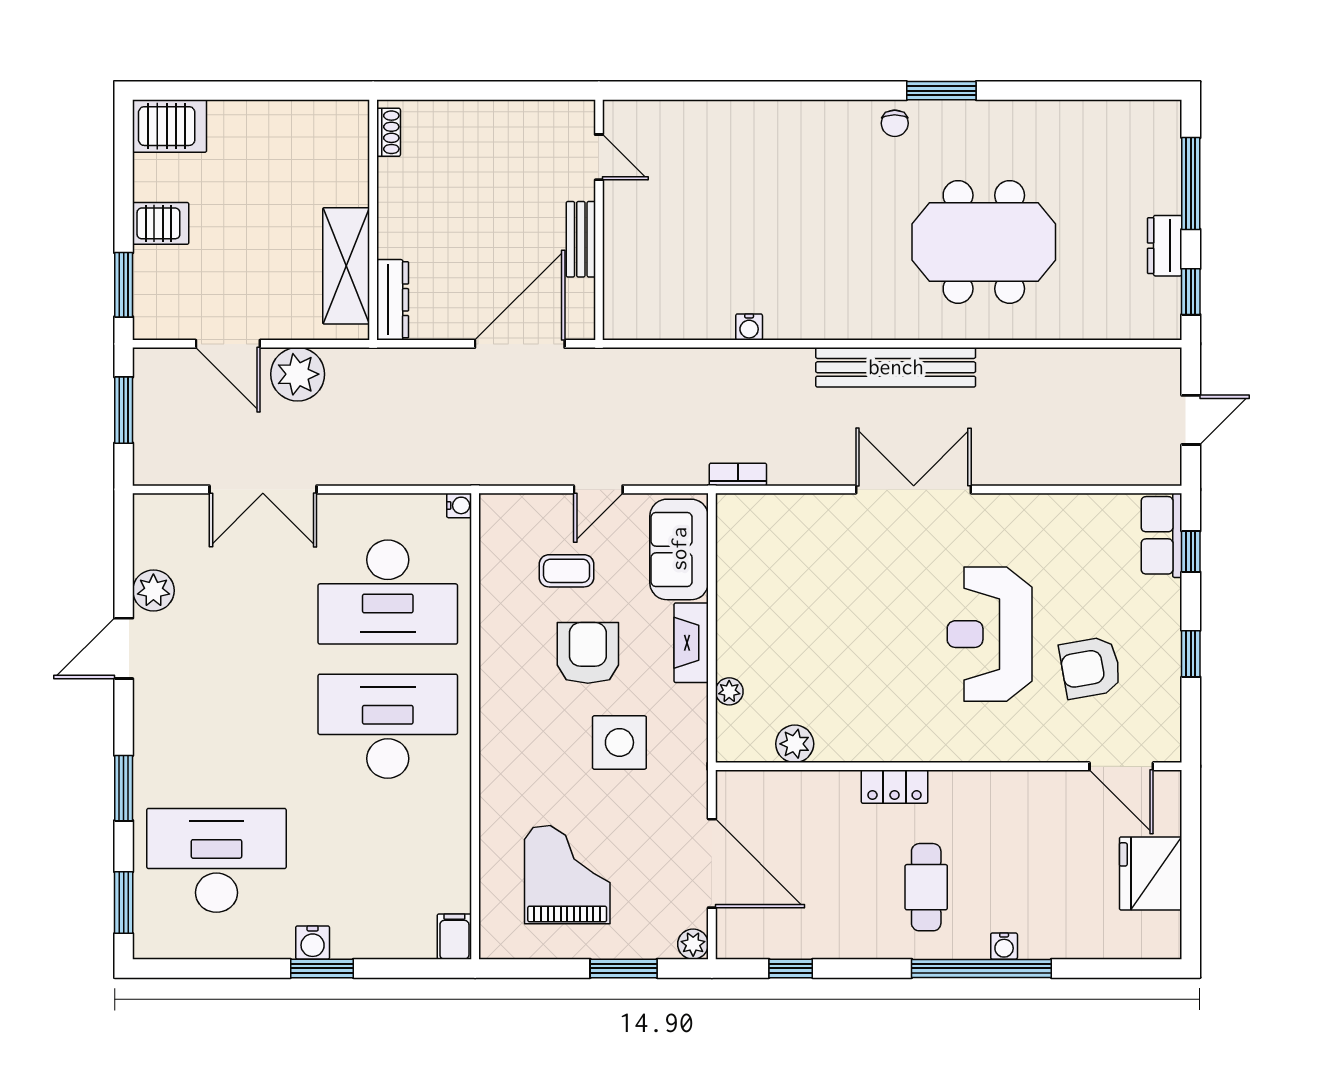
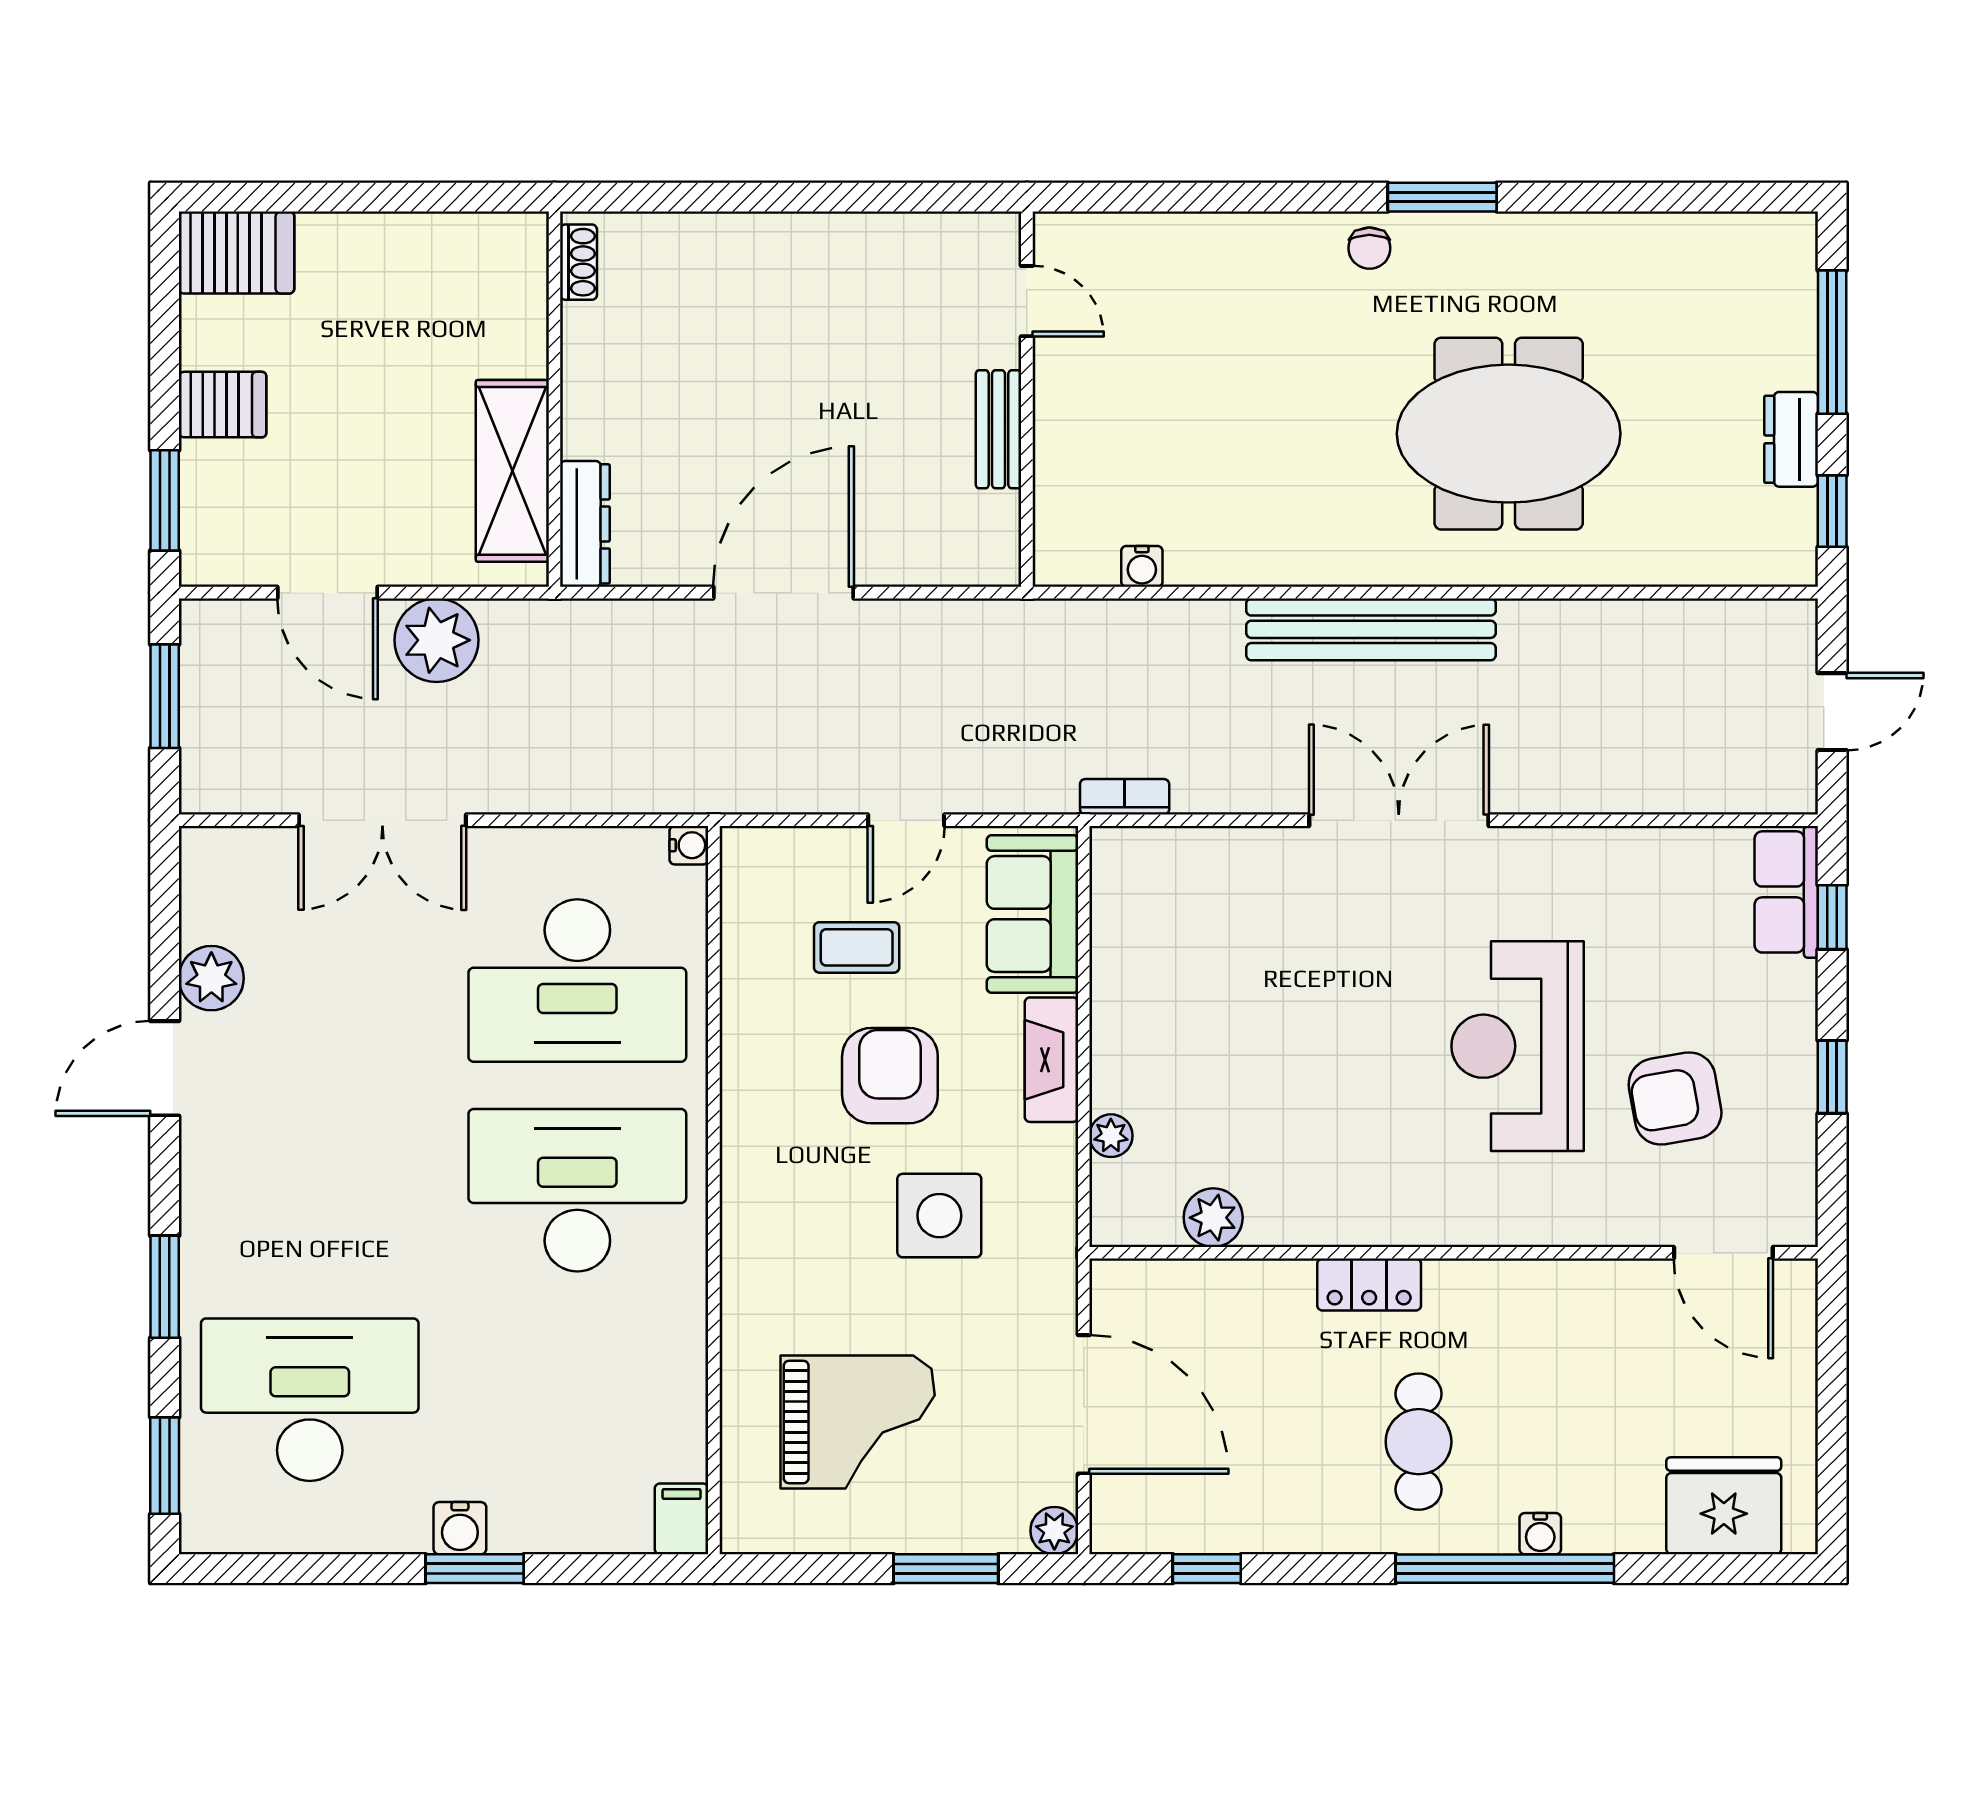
door: (599, 157) -> (1027, 301), moved
wall: (599, 220) -> (1027, 399), moved
bench: (581, 239) -> (999, 429), moved
fridge: (1151, 873) -> (1724, 1506), moved, turned 90
grand piano: (567, 875) -> (858, 1422), turned 90

